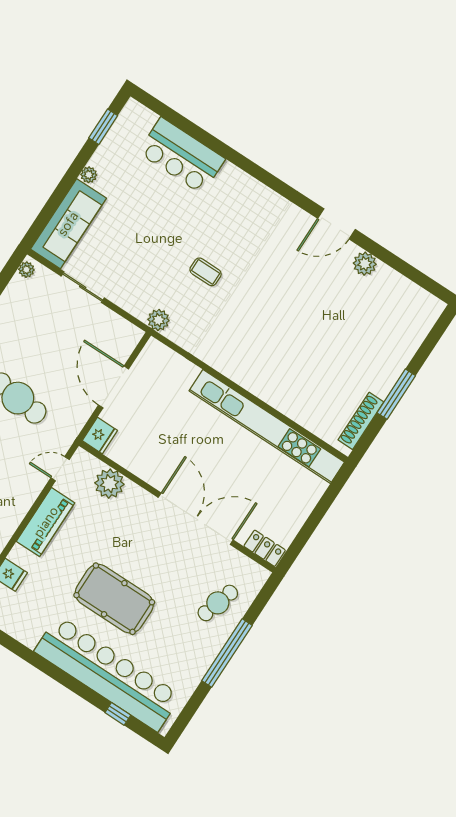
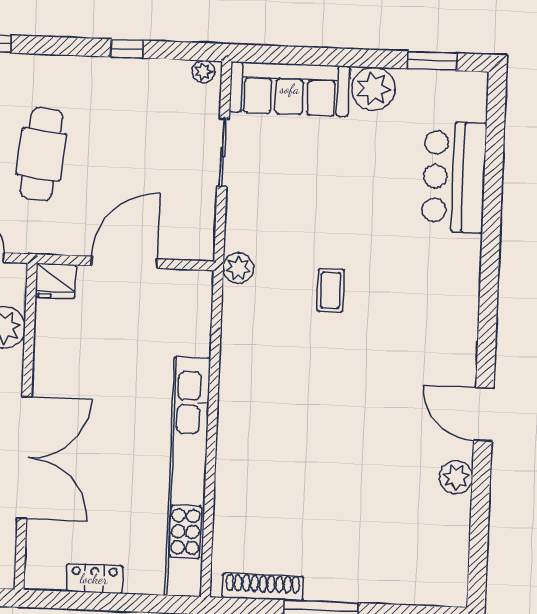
plant: (89, 175) -> (373, 89), width x1.88, depth x1.88
locker: (265, 548) -> (94, 579), moved, turned -90

